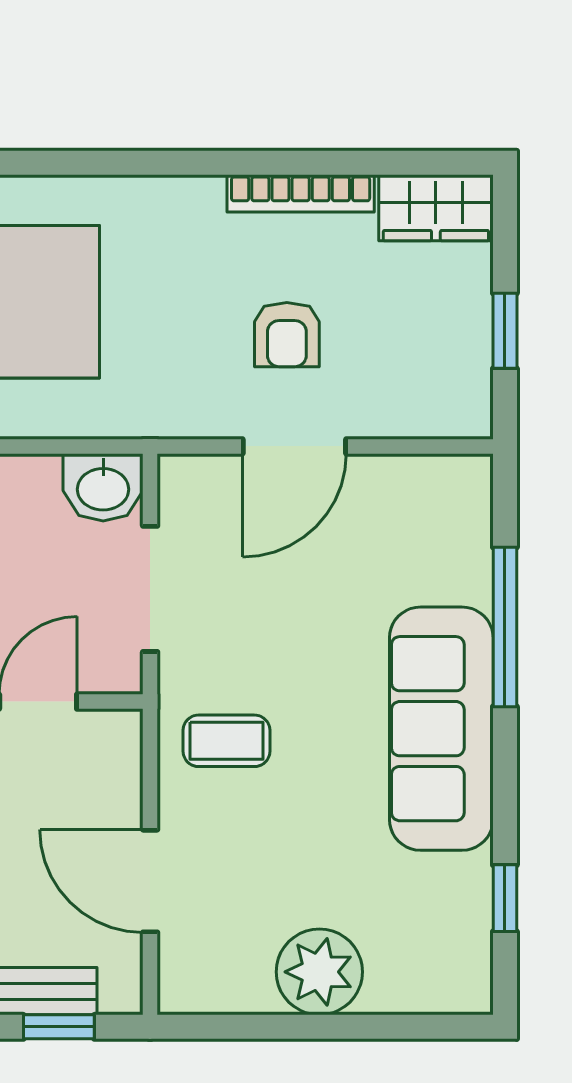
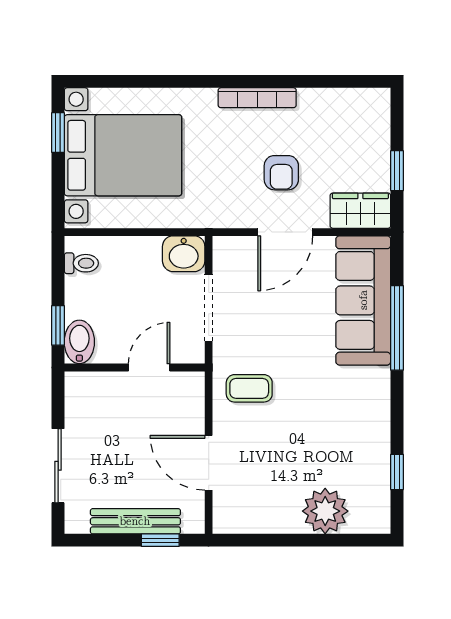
bookcase: (301, 193) -> (257, 98), moved
wardrobe: (436, 208) -> (360, 211), moved, turned 180
sofa: (441, 729) -> (363, 300), moved
plant: (319, 972) -> (325, 511), moved

